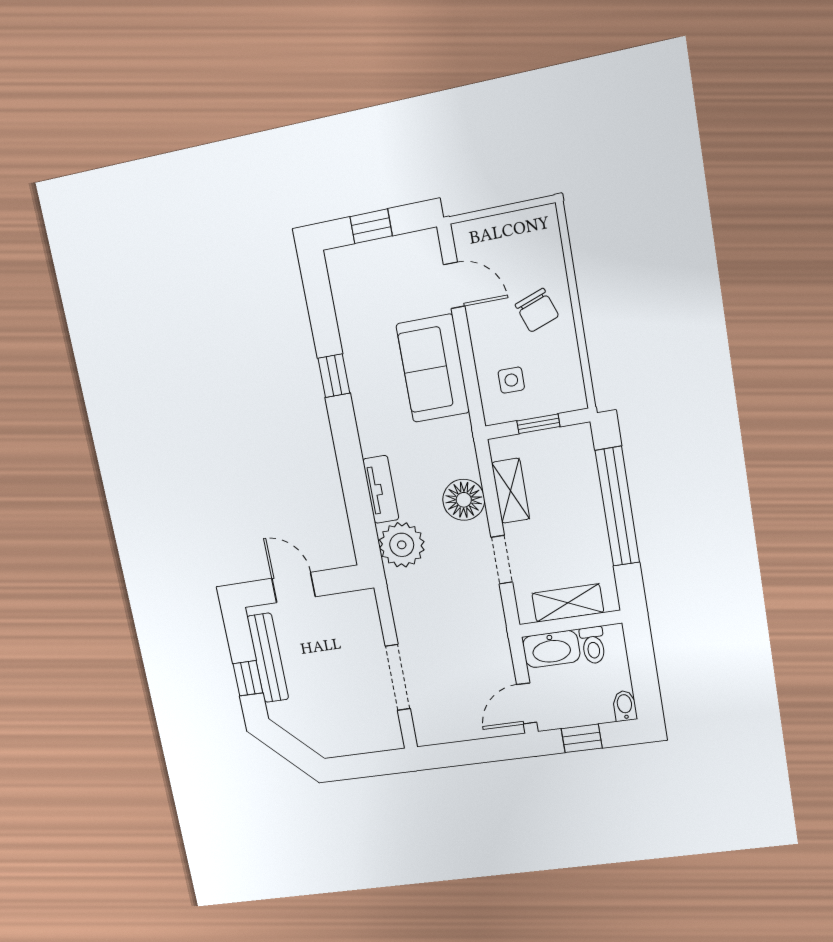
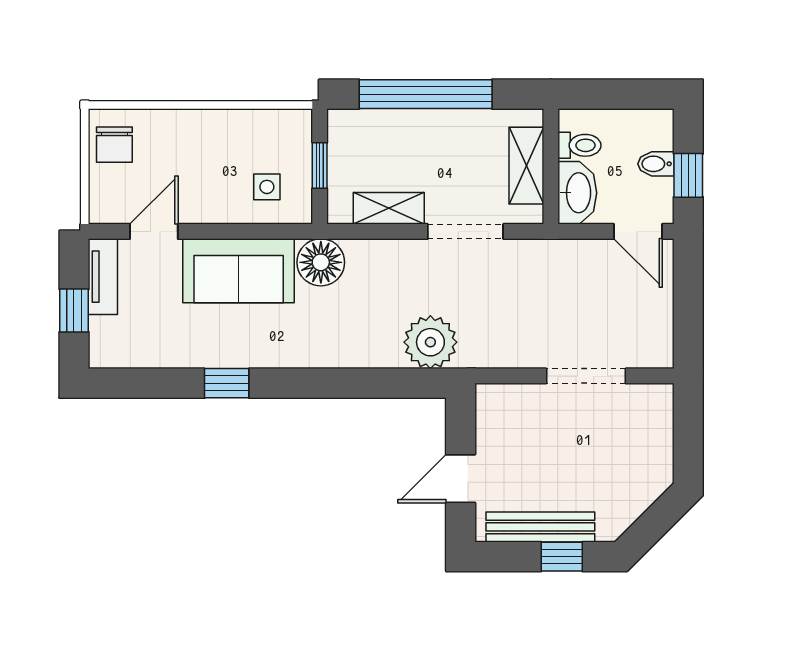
chair: (537, 310) -> (114, 145), moved, turned 110
tv unit: (381, 489) -> (103, 277), moved, turned 90
floor lamp: (464, 500) -> (321, 262), moved
doorway: (502, 560) -> (465, 231), width x1.38
bidet: (625, 706) -> (656, 164), moved

